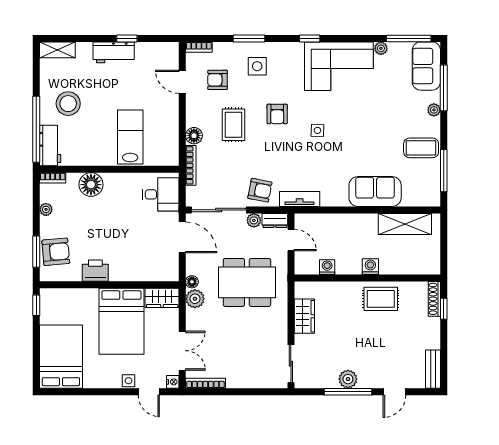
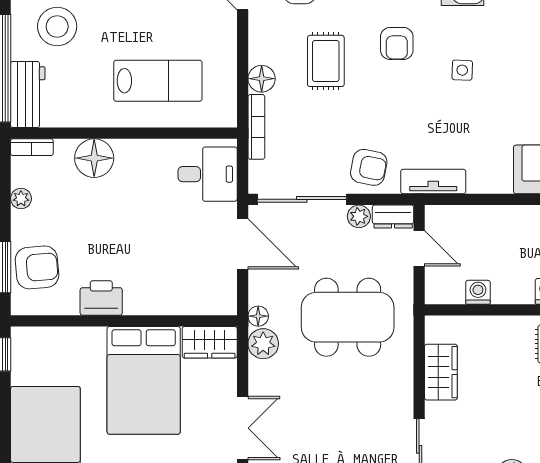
lab bench: (130, 137) -> (158, 81), turned 90

